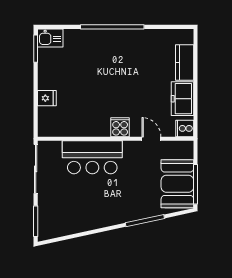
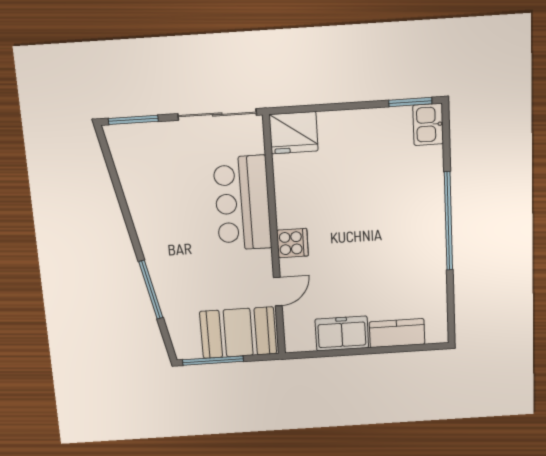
fridge: (47, 98) -> (294, 133), moved, width x1.88, depth x1.34
cooker: (185, 128) -> (297, 340), removed
booth: (177, 184) -> (238, 333), moved

